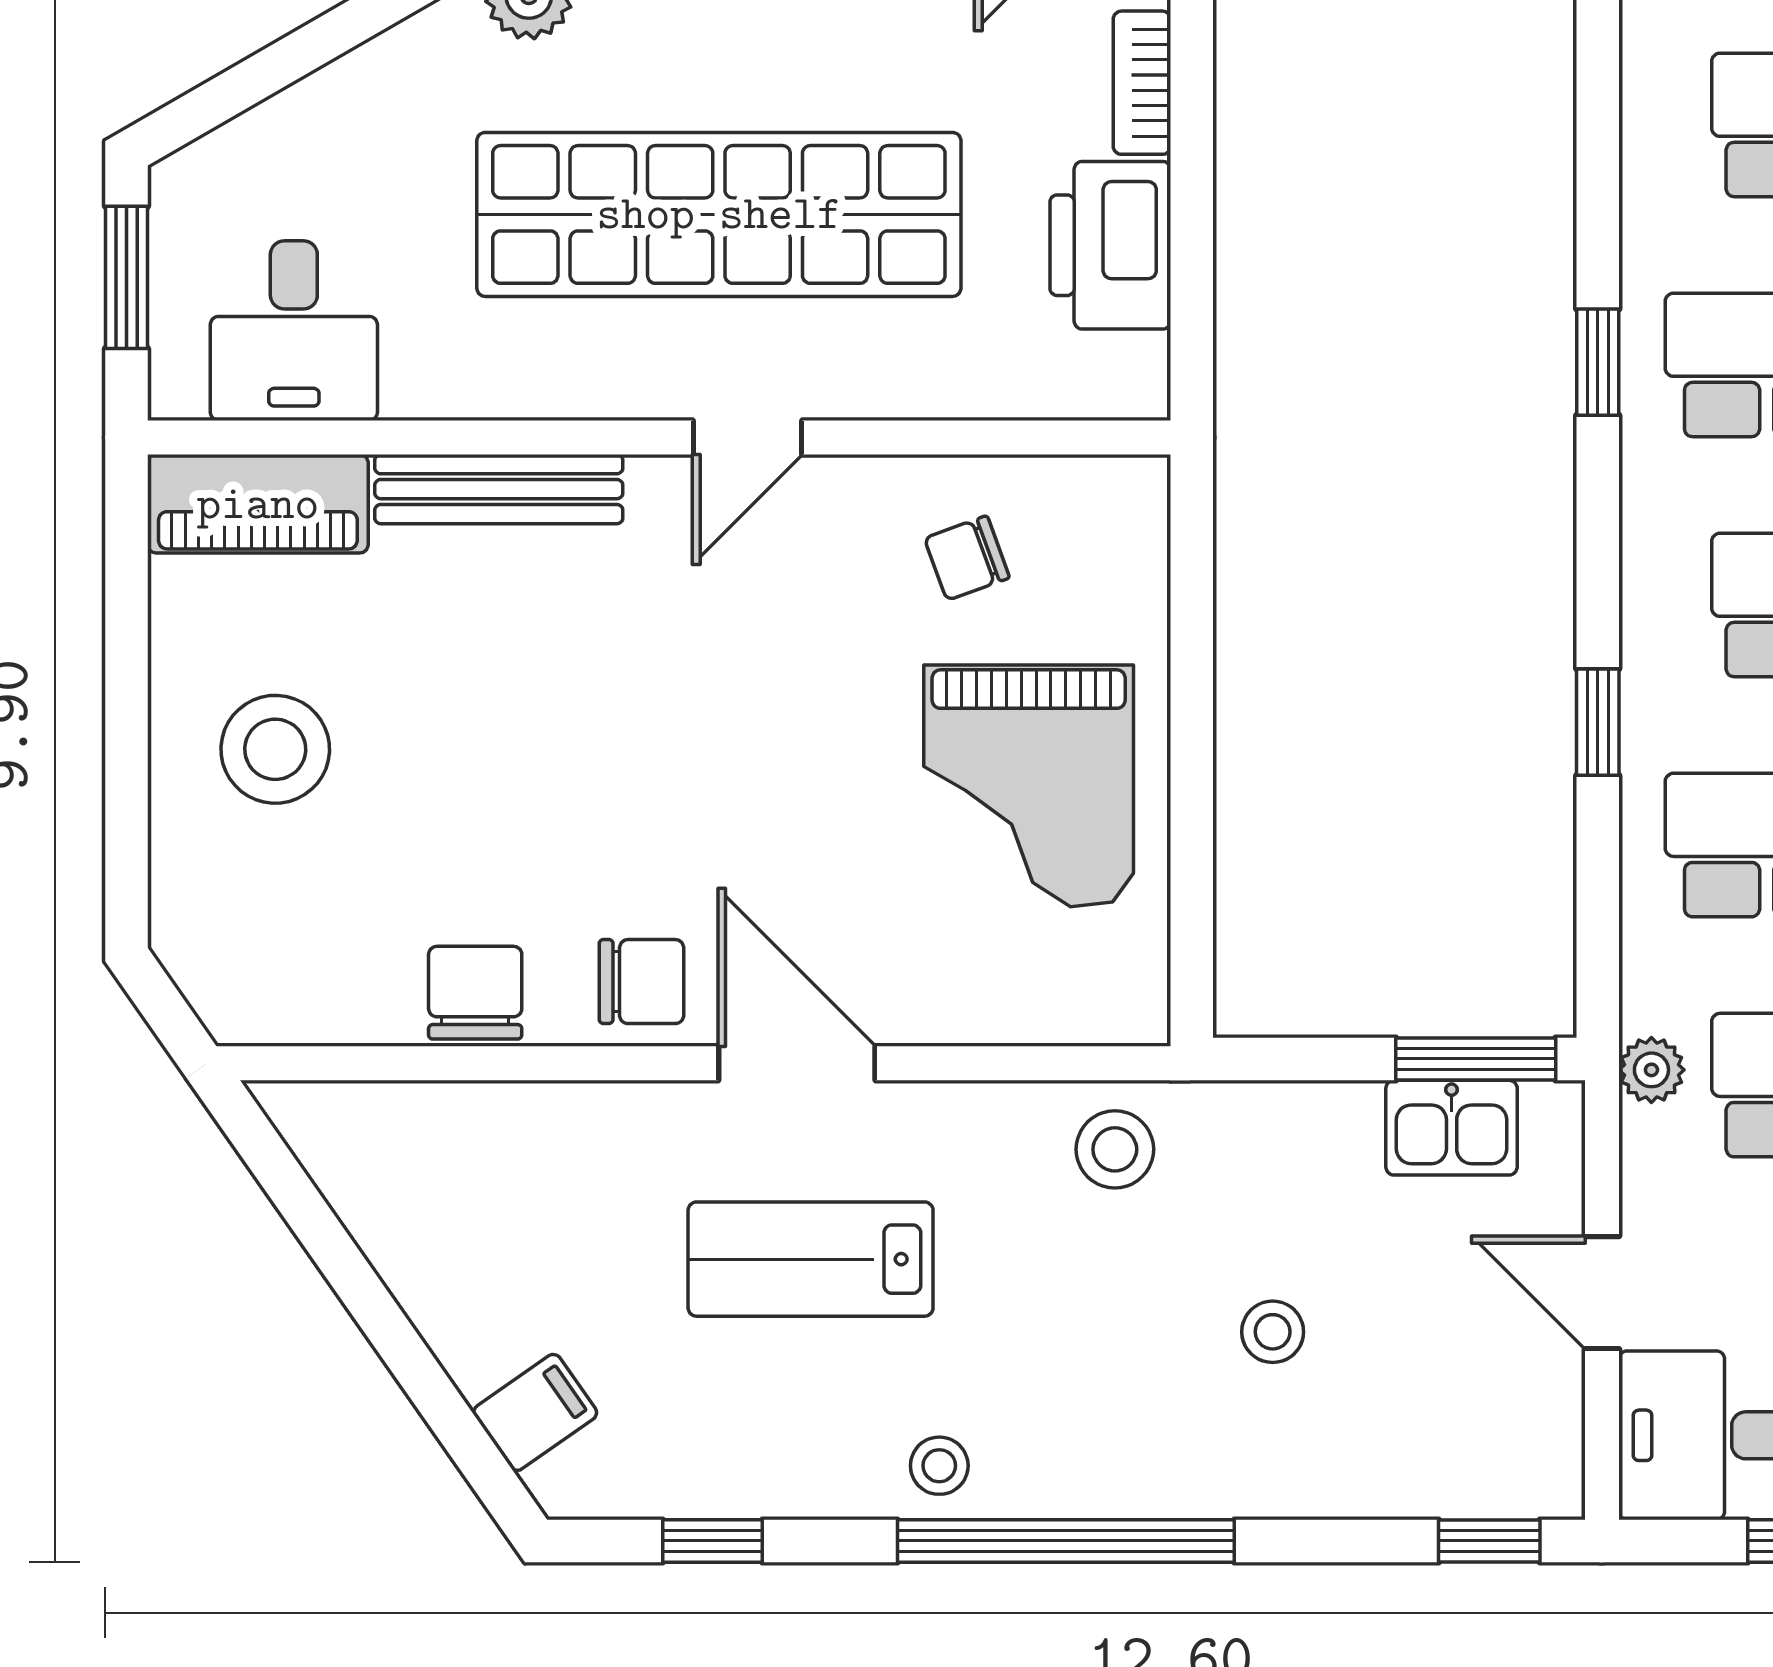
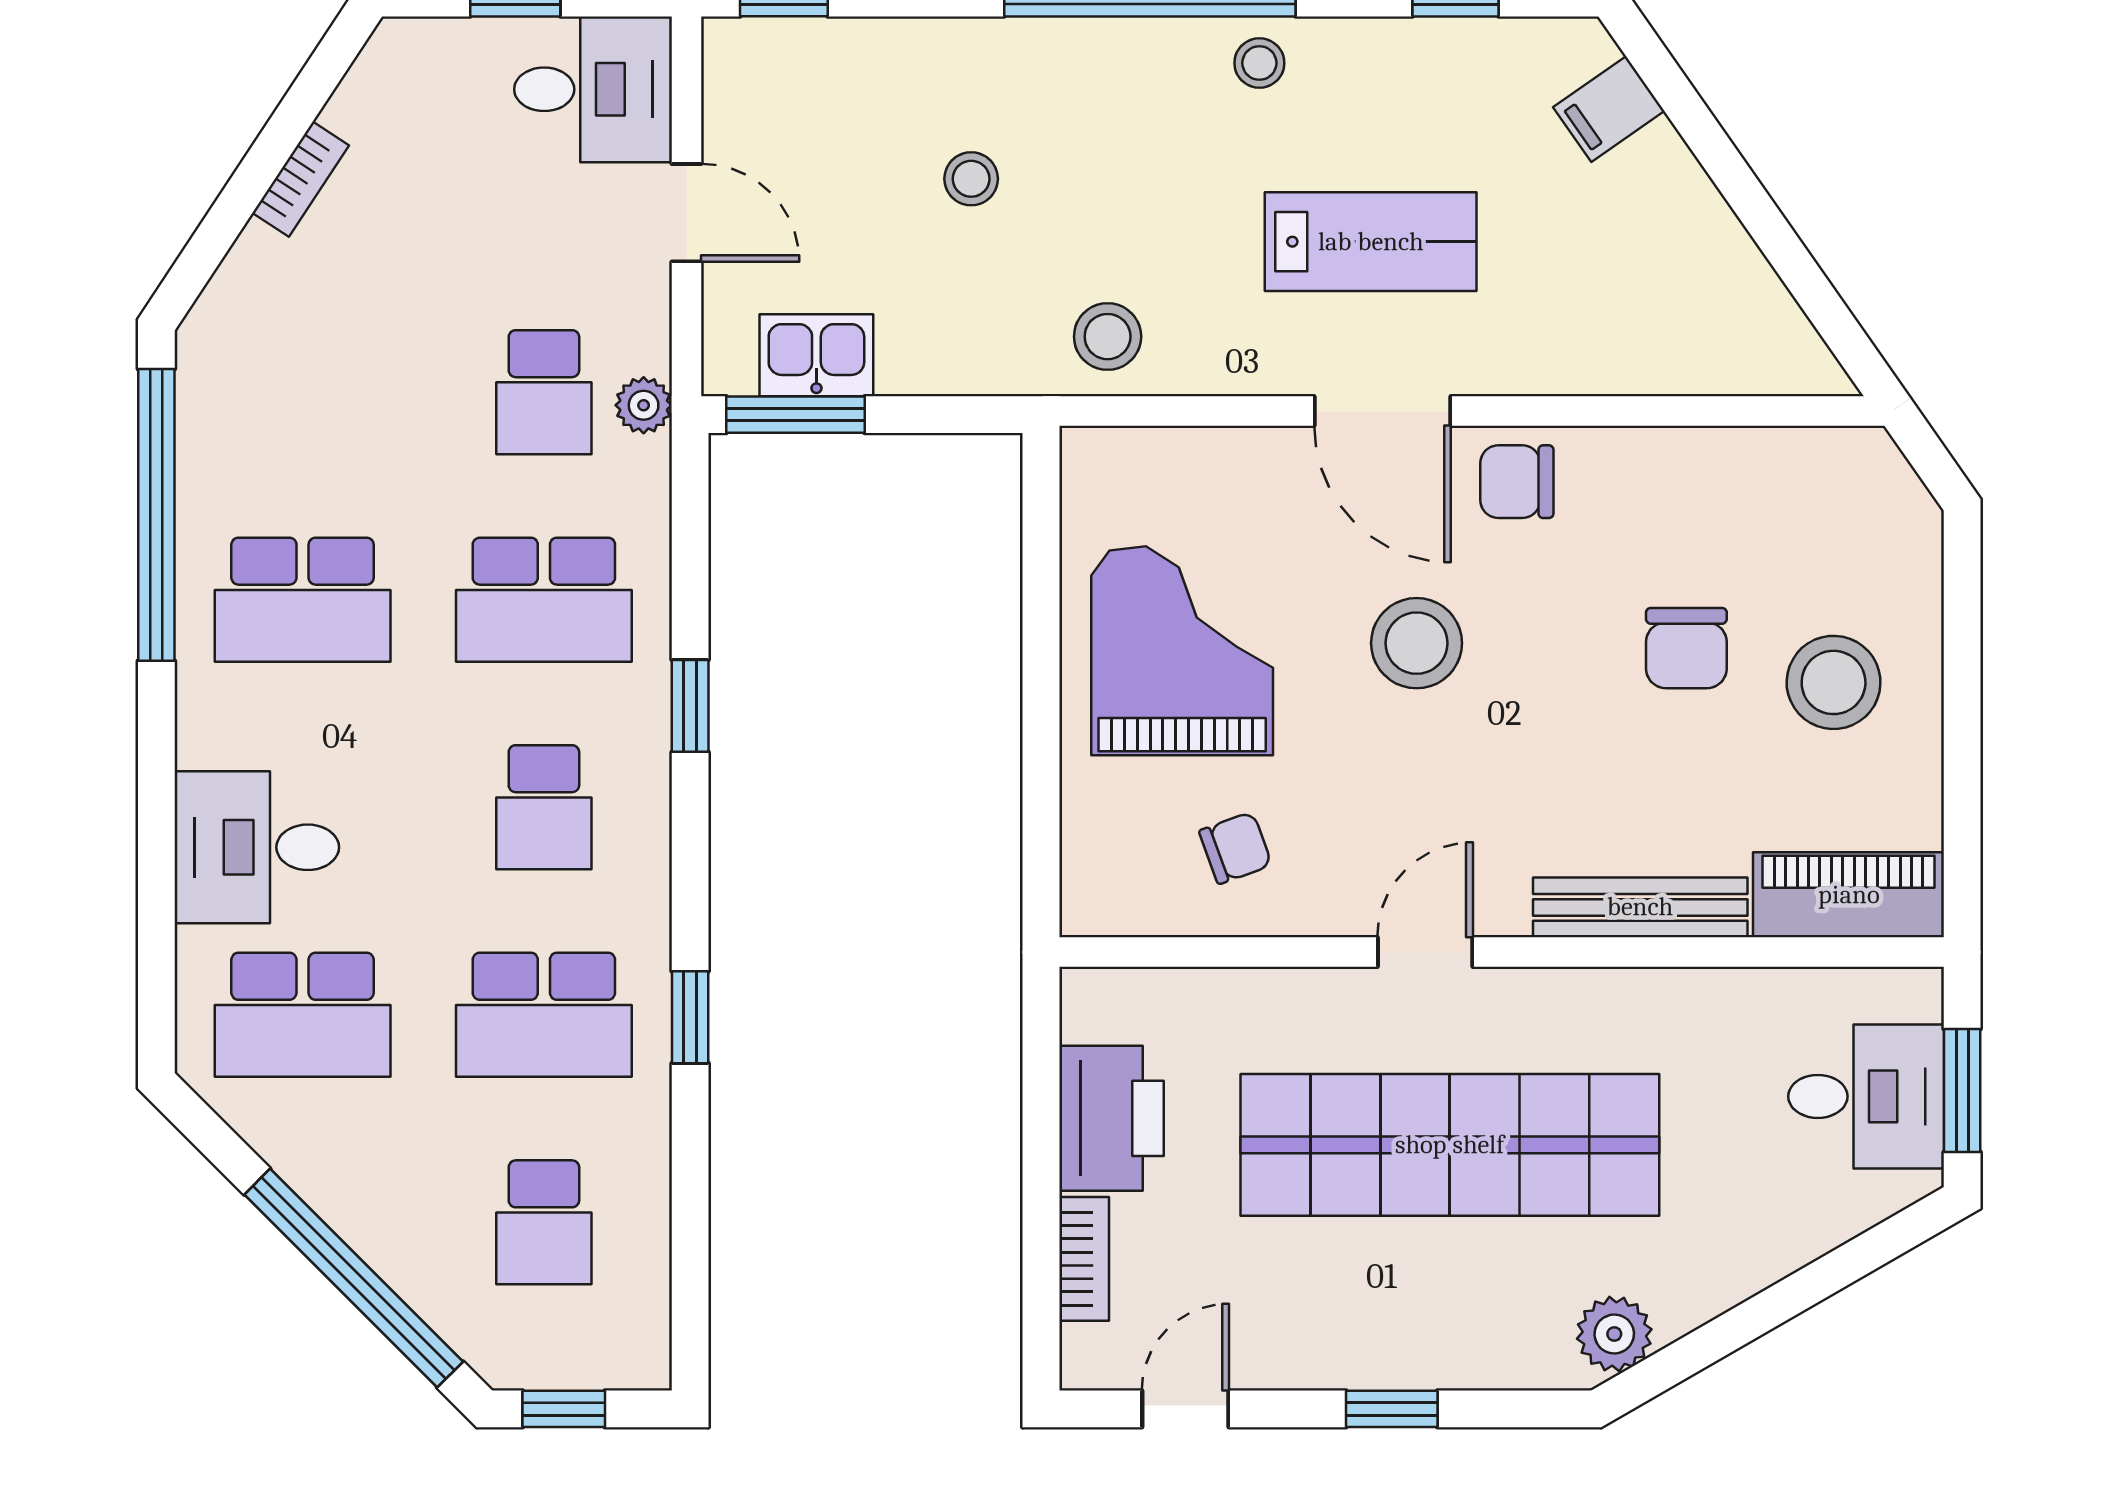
desk: (294, 331) -> (1866, 1096), moved, turned 90
stool: (757, 795) -> (1417, 643), added
chair: (475, 993) -> (1686, 648), moved

